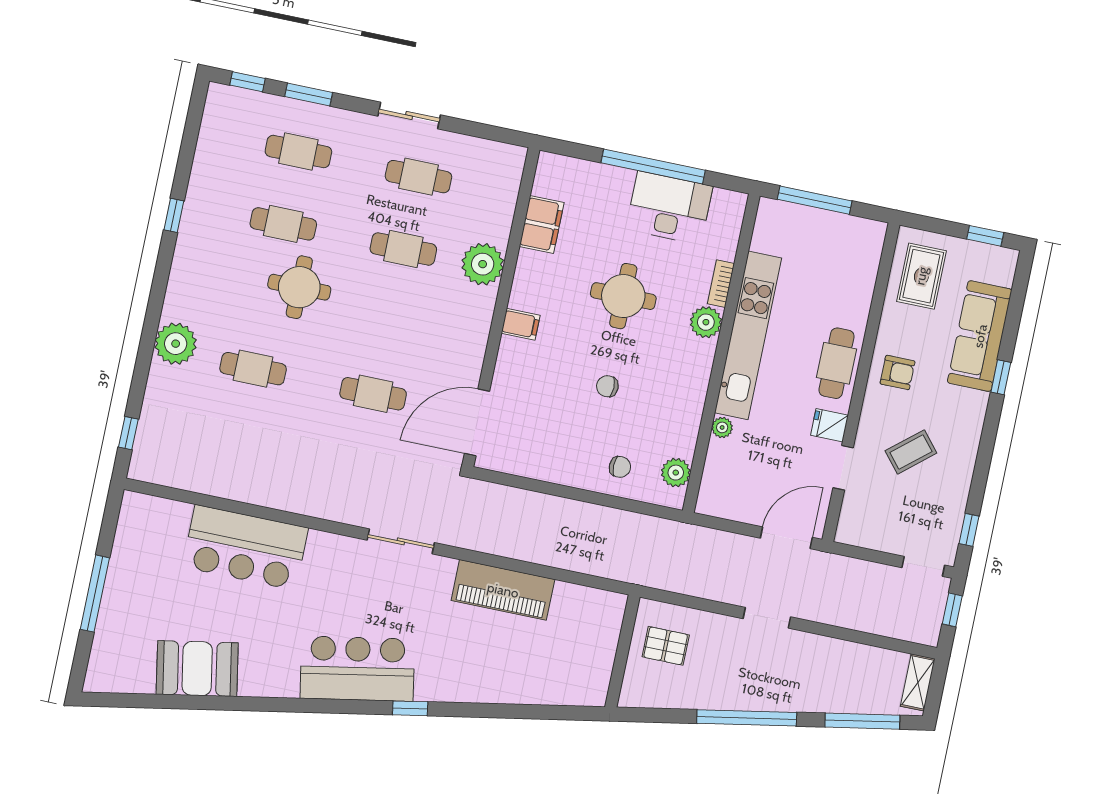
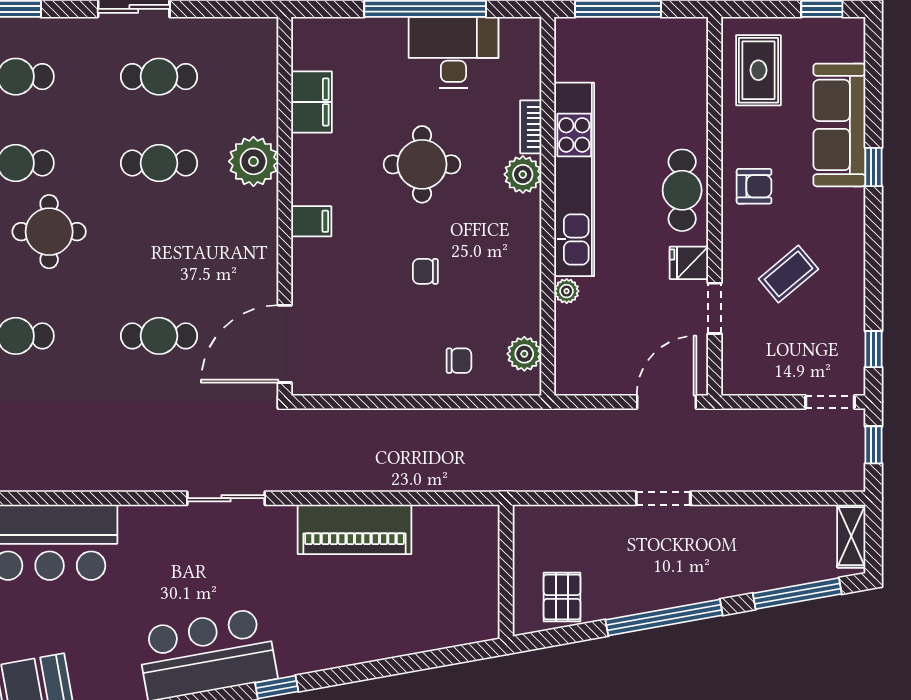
pallet: (666, 646) -> (562, 597), moved, turned 90

